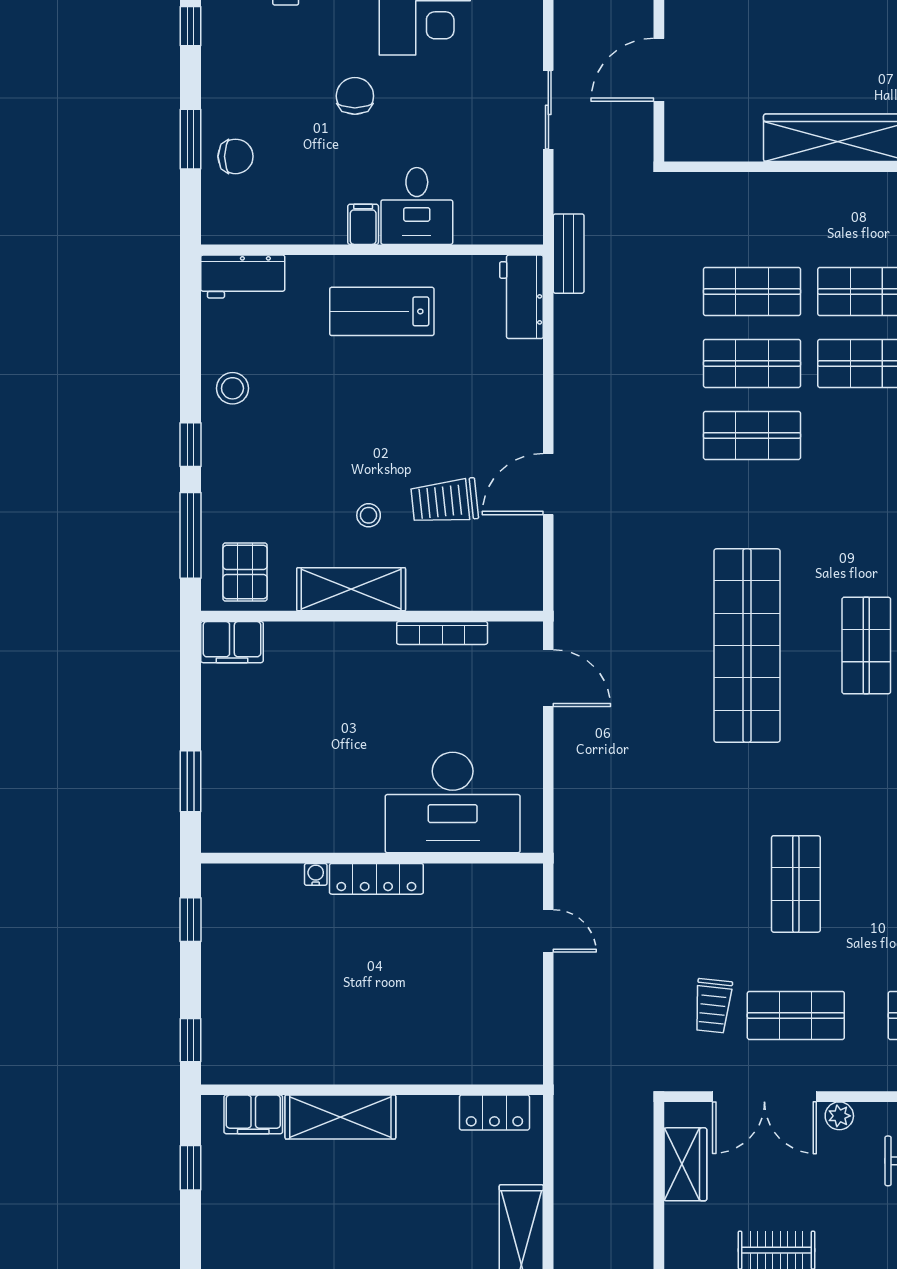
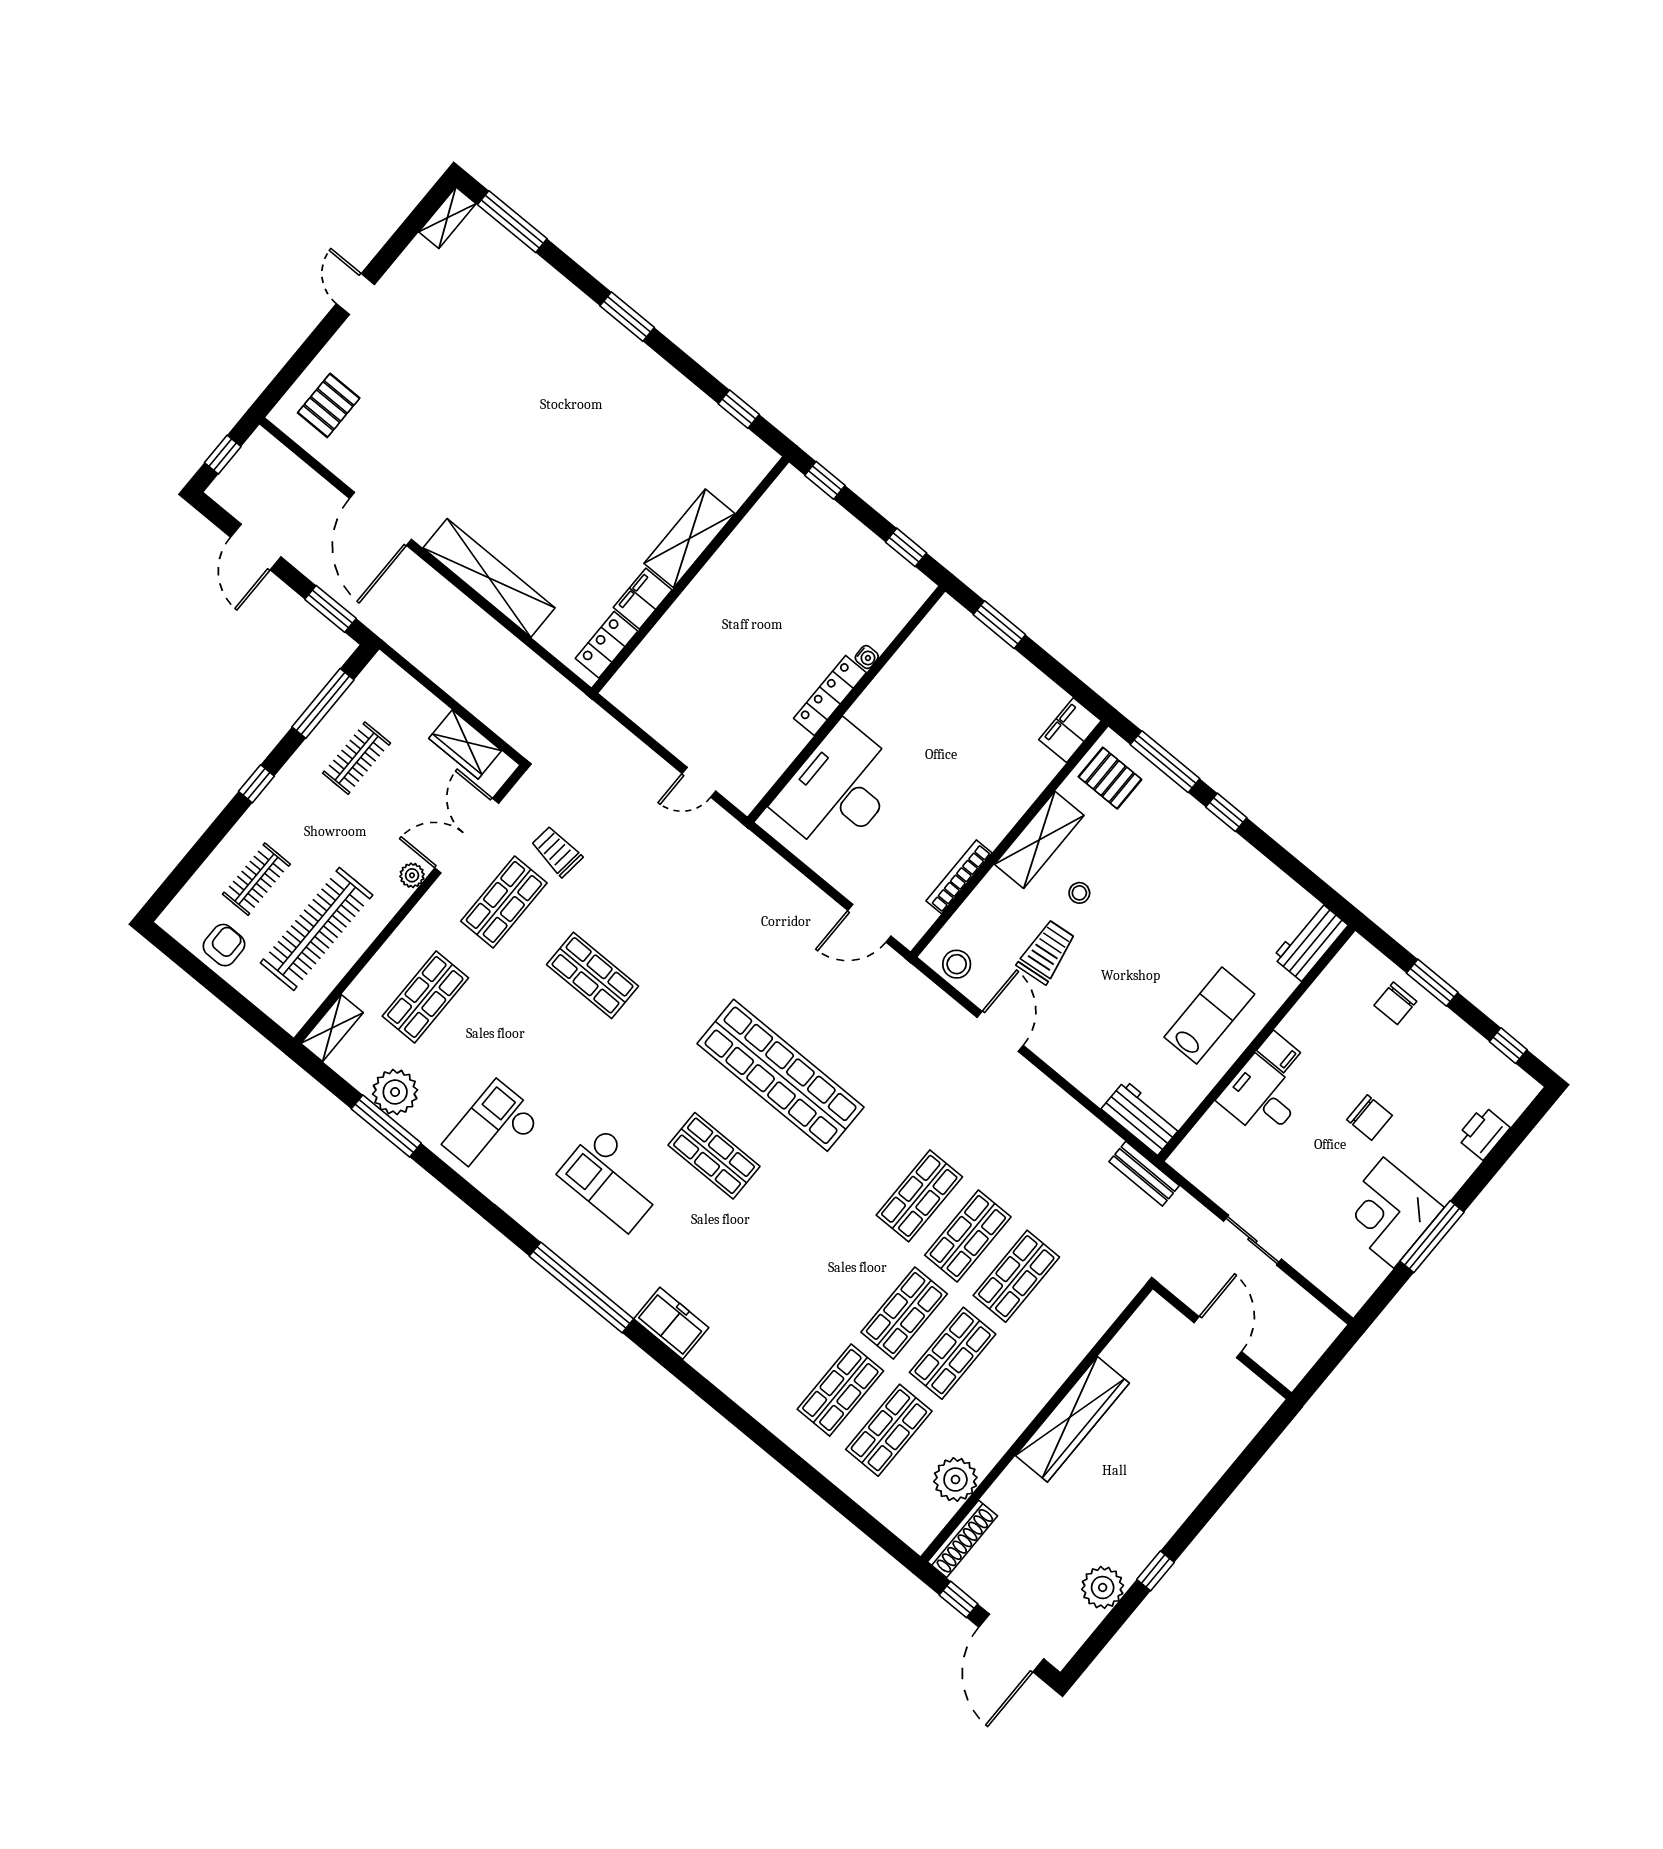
stool: (232, 388) -> (957, 964), moved
filing cabinet: (253, 1114) -> (643, 599), moved

